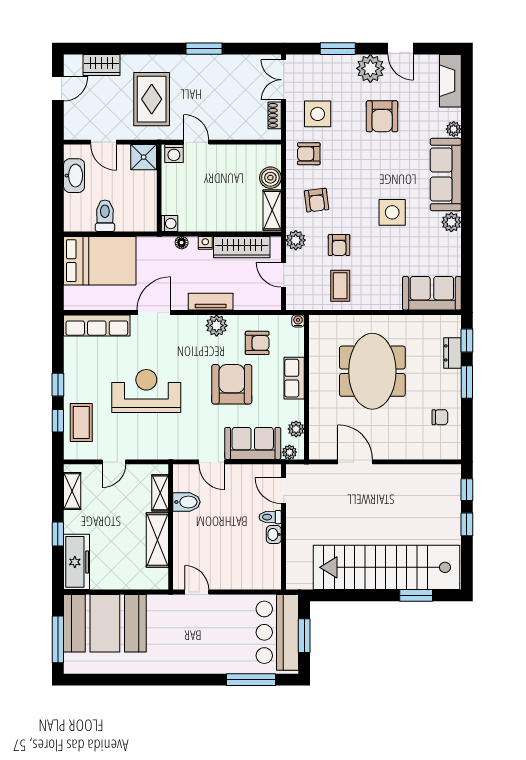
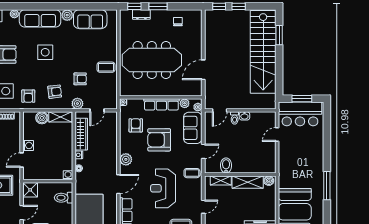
washing machine: (174, 153) -> (28, 145), moved
side table: (392, 212) -> (45, 52), moved
toilet: (105, 216) -> (64, 198), moved
coffee table: (340, 286) -> (106, 67), moved
sofa: (432, 293) -> (90, 19), moved, turned -90
tv unit: (211, 302) -> (112, 152), removed
door: (154, 312) -> (118, 184), swing flipped
plant: (217, 326) -> (126, 159), moved
meeting table: (372, 371) -> (152, 60), width x1.36
row of seats: (294, 378) -> (161, 104), width x1.48
coffee table: (173, 442) -> (192, 173), added
door: (114, 462) -> (203, 207), hinge flipped
boiler: (160, 577) -> (269, 181), added
door: (197, 592) -> (277, 135), moved
window: (251, 680) -> (327, 186), moved

